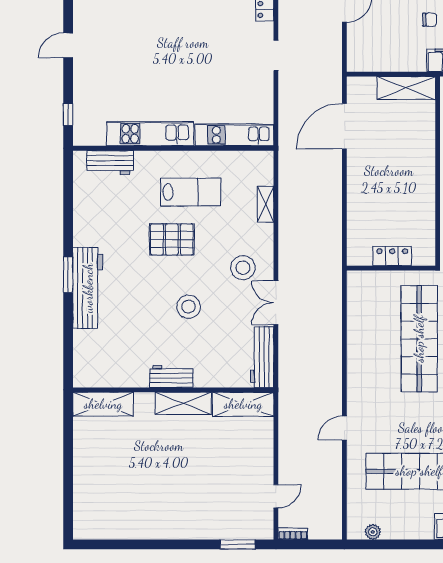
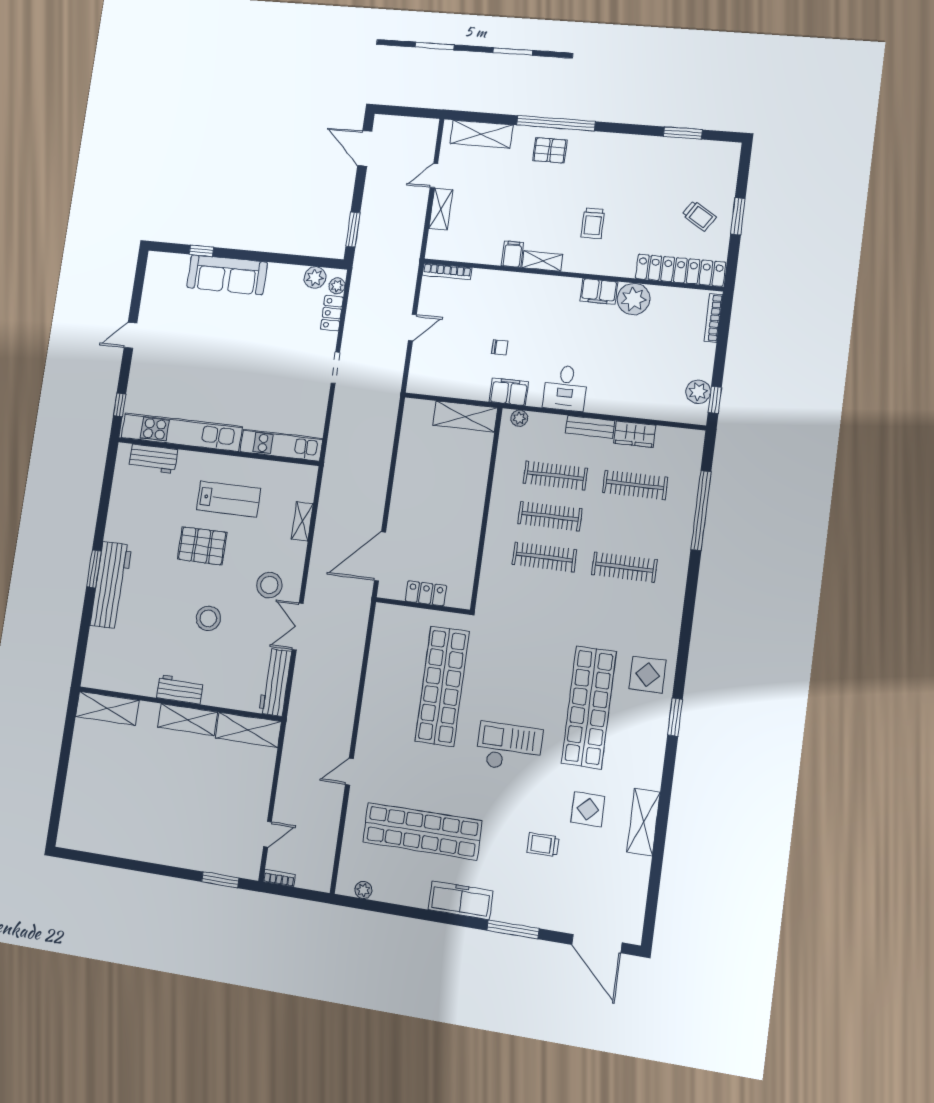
door: (344, 126) -> (380, 556), moved
kitchen unit: (150, 134) -> (181, 432), width x1.36

